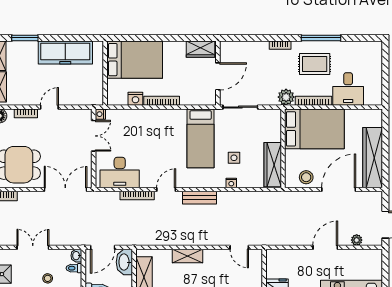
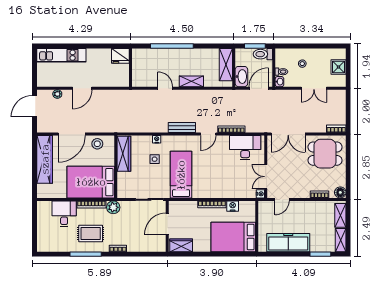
door: (49, 107) -> (282, 199), moved
door: (239, 247) -> (165, 88), moved

